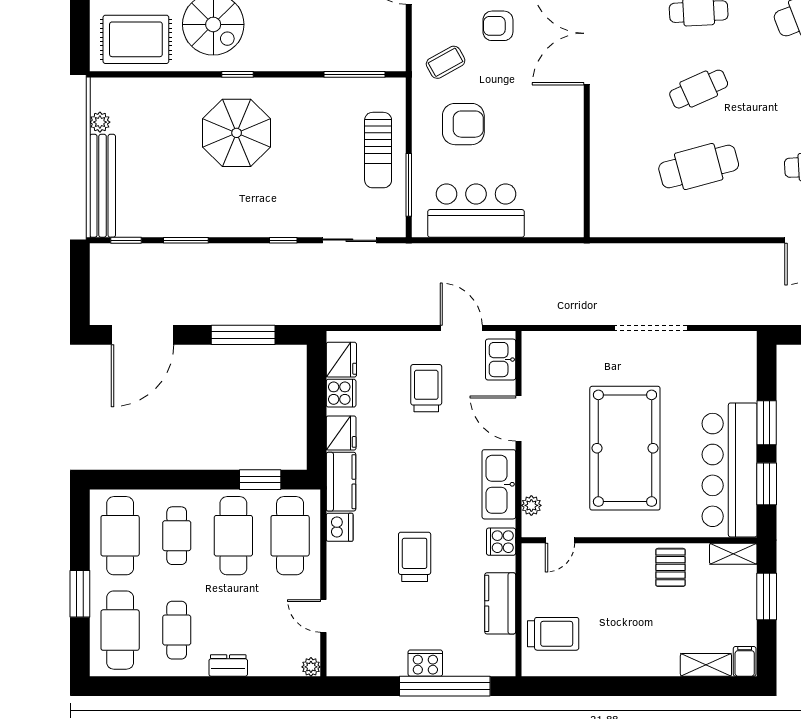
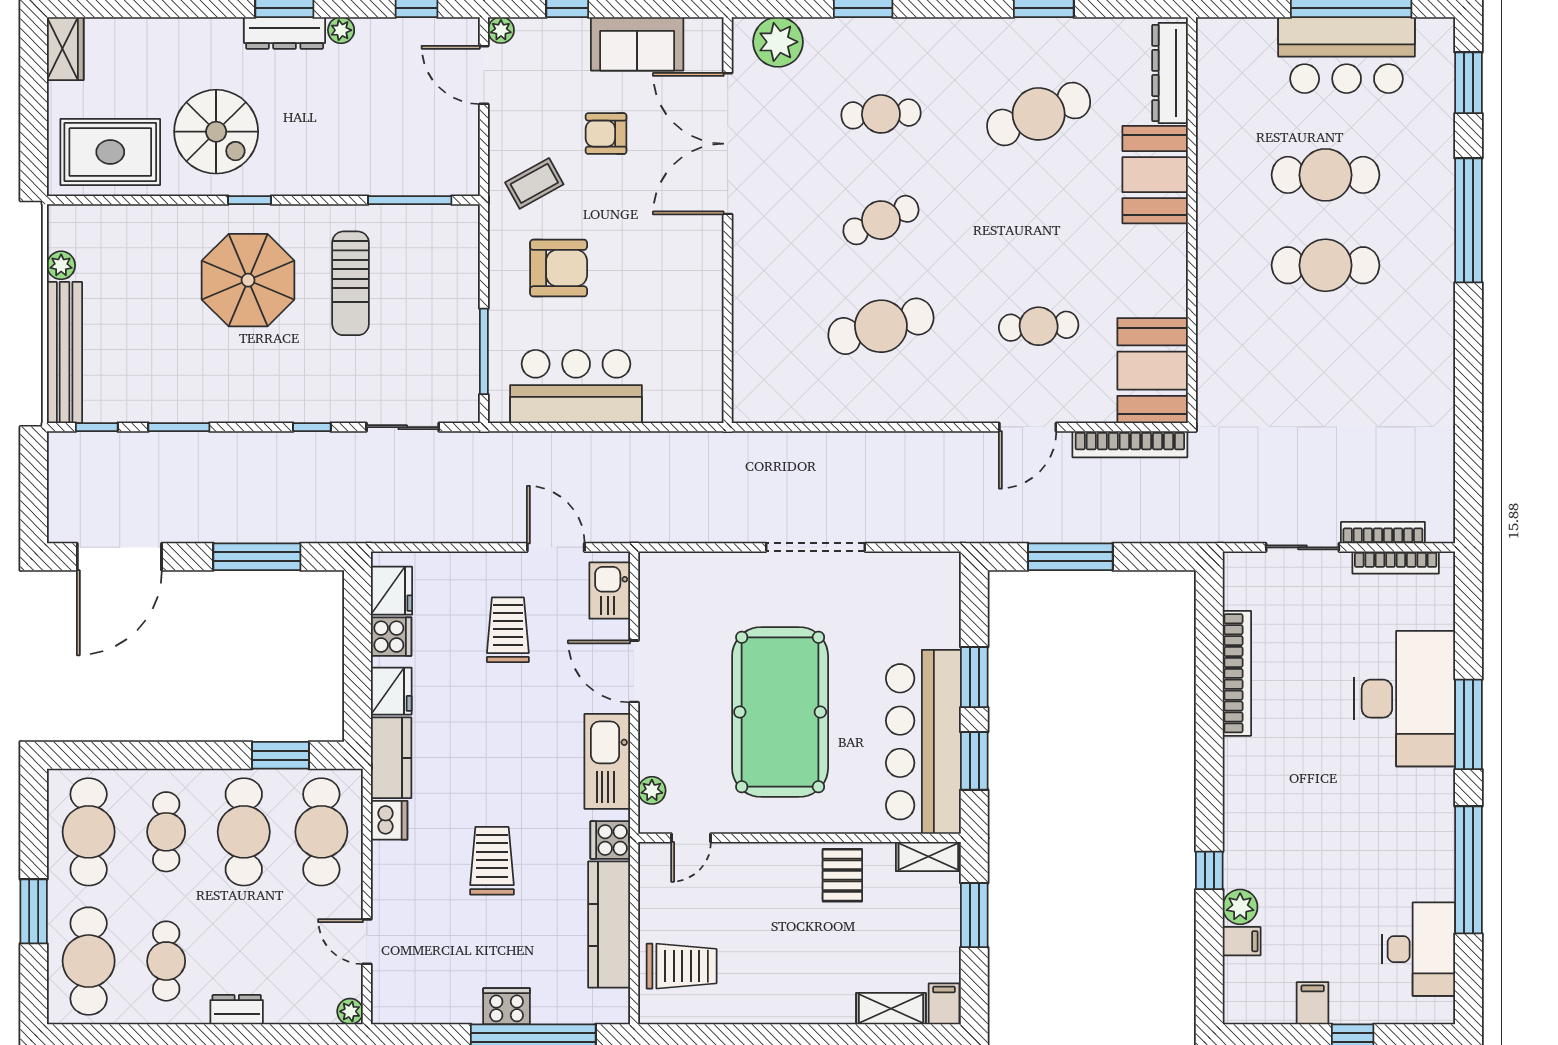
sun lounger: (378, 150) -> (351, 283), moved
kitchen counter: (500, 603) -> (609, 925), width x1.50

